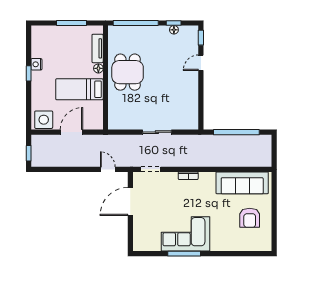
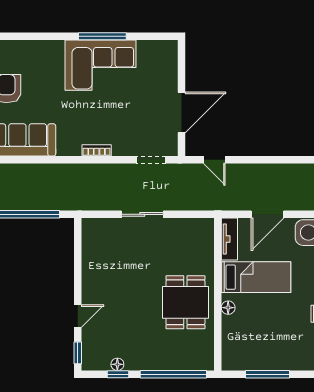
tv unit: (98, 48) -> (229, 239), moved

